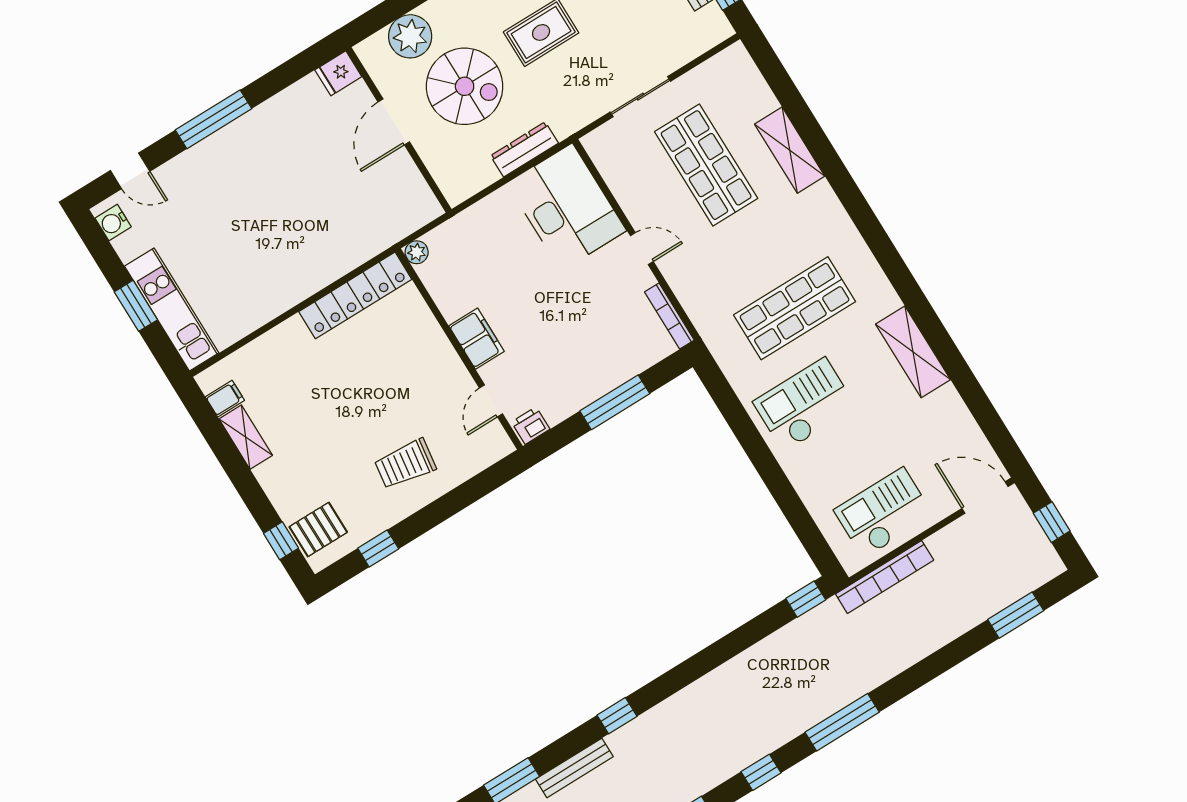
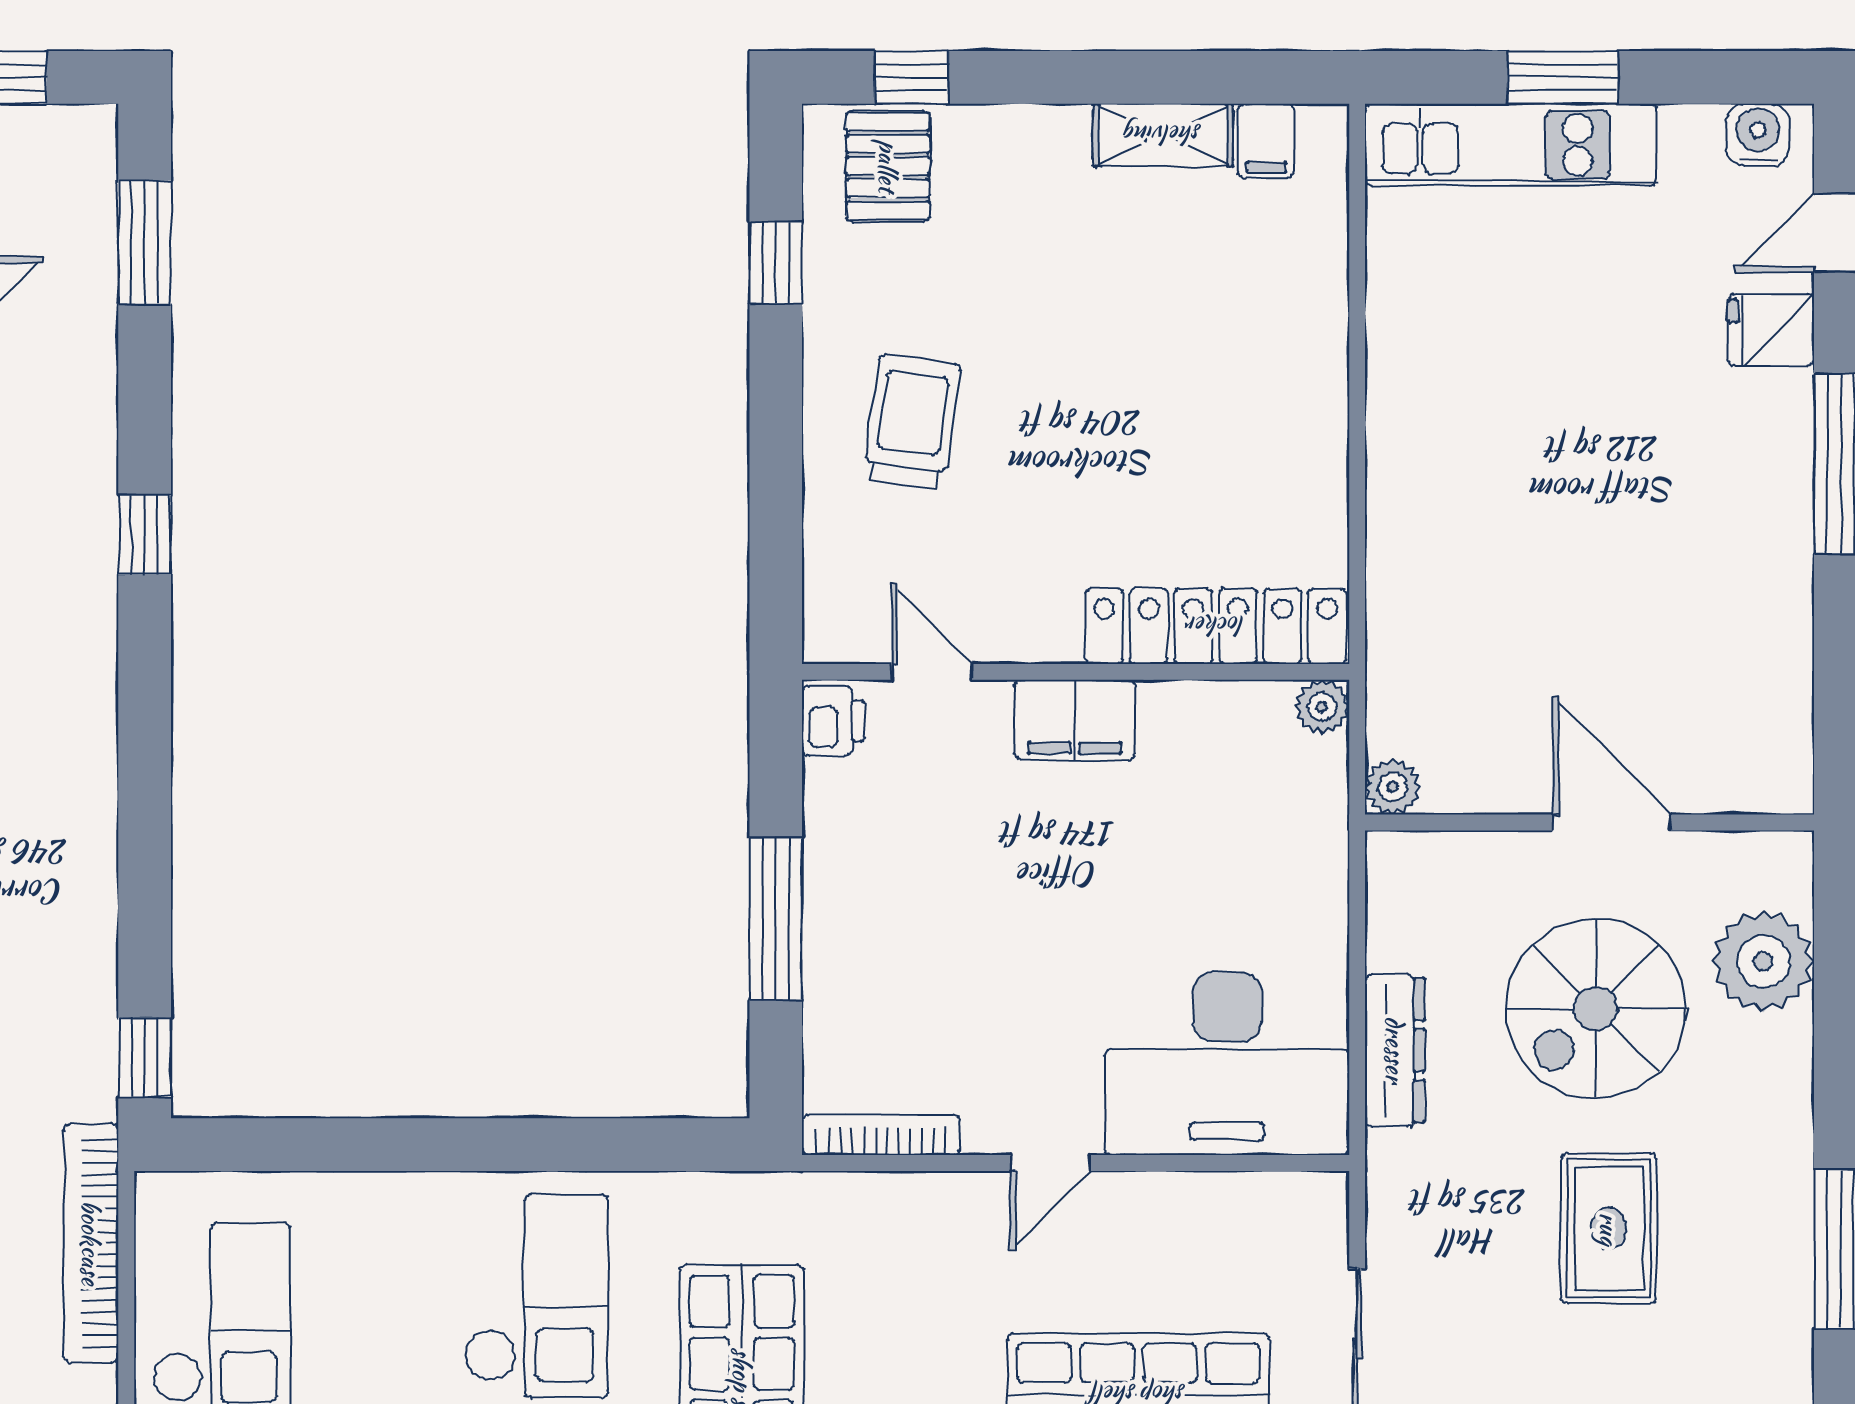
fridge: (338, 73) -> (1771, 330), moved, turned -90
plant: (430, 209) -> (1393, 787), added
locker: (355, 295) -> (1216, 626), moved, turned 90
bench: (574, 768) -> (93, 384), removed

